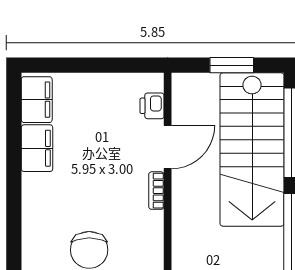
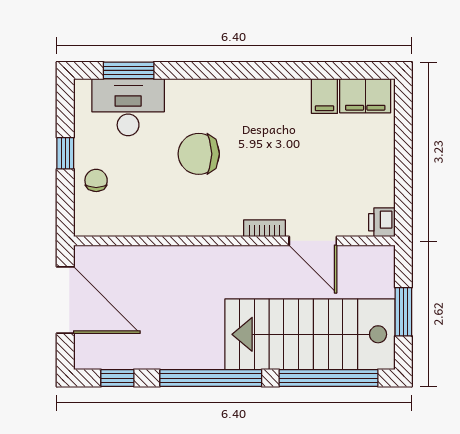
printer: (152, 106) -> (382, 222), moved, turned -90
filing cabinet: (37, 148) -> (324, 96), width x0.50

